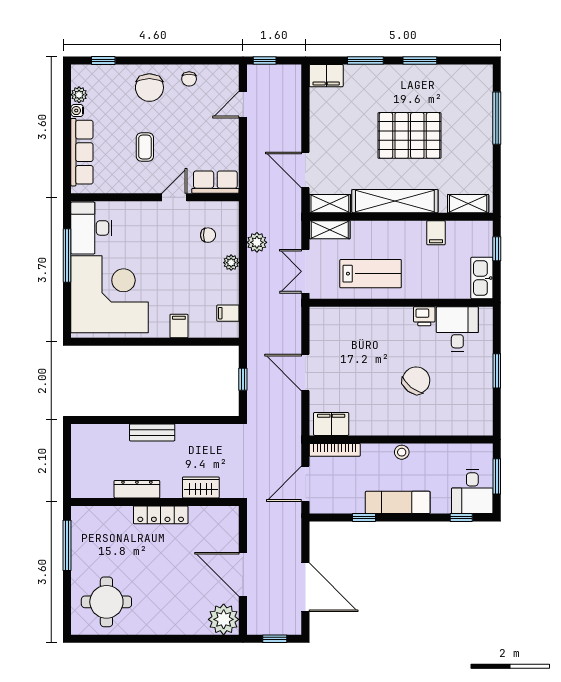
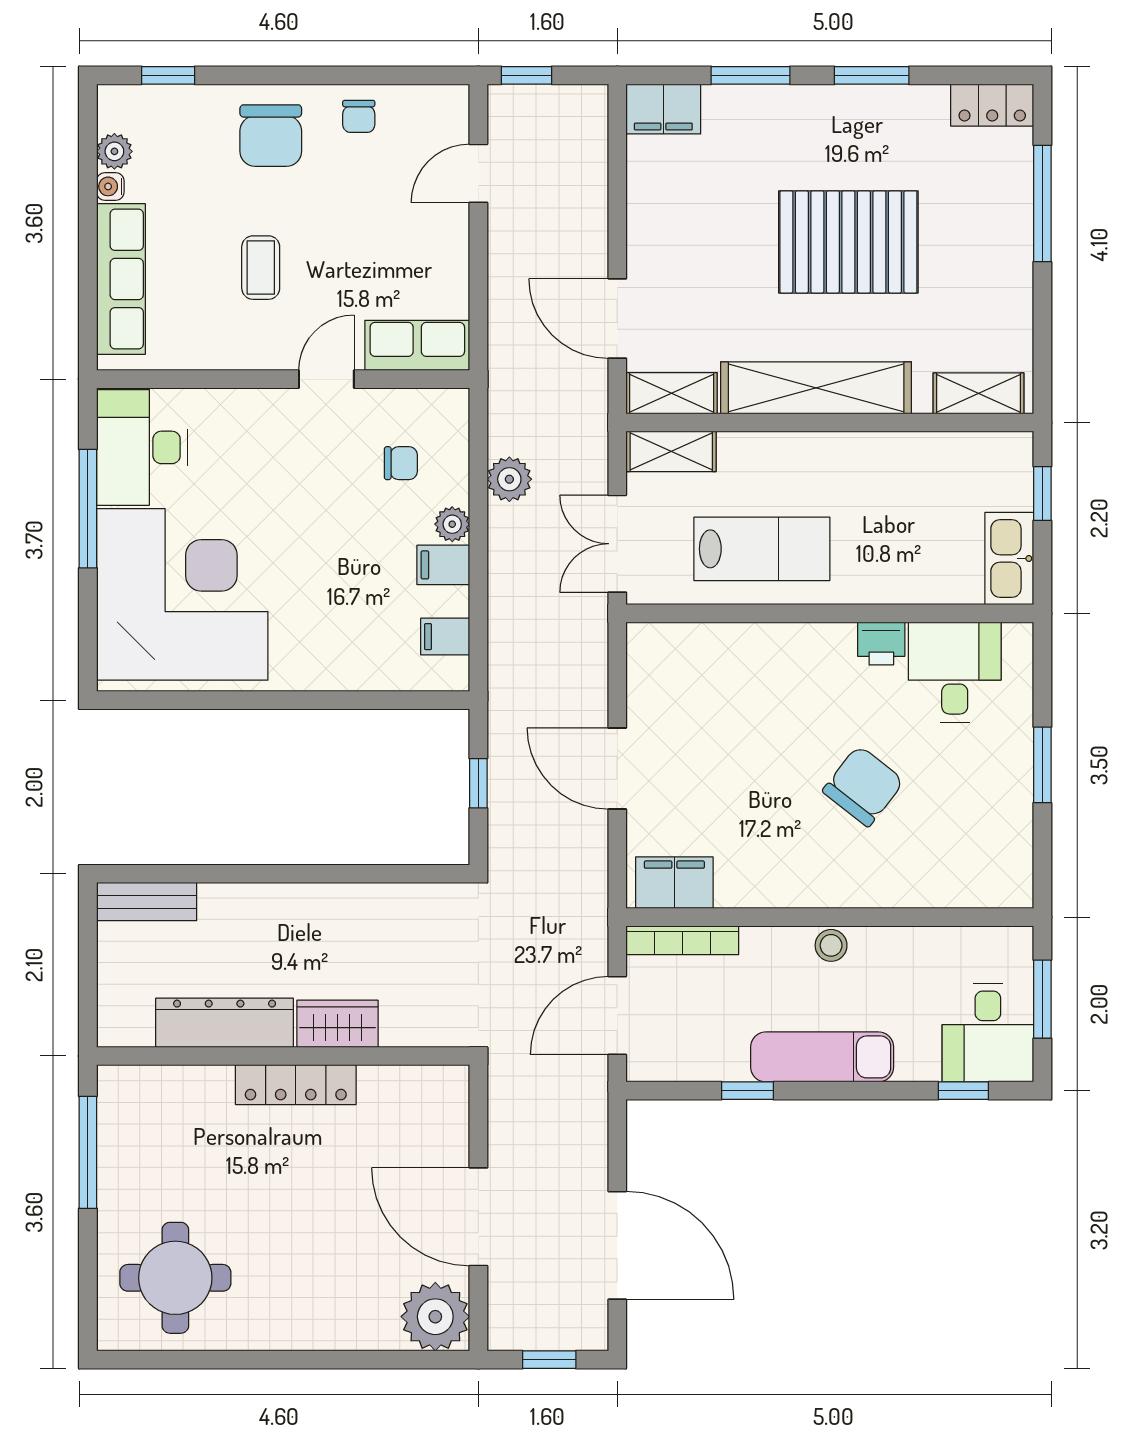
locker: (474, 74) -> (992, 105), added
filing cabinet: (436, 233) -> (907, 458), removed
filing cabinet: (179, 326) -> (443, 565), moved, turned -90
bench: (152, 432) -> (147, 902), moved
wardrobe: (201, 487) -> (337, 1024), moved
dresser: (137, 489) -> (225, 1023), width x1.37, depth x1.24

